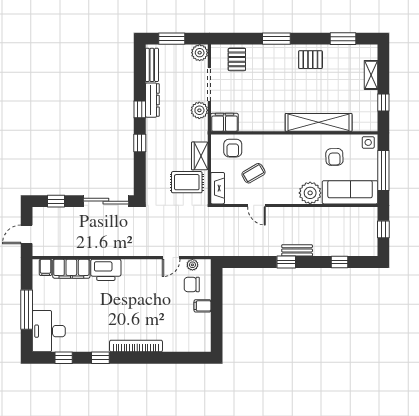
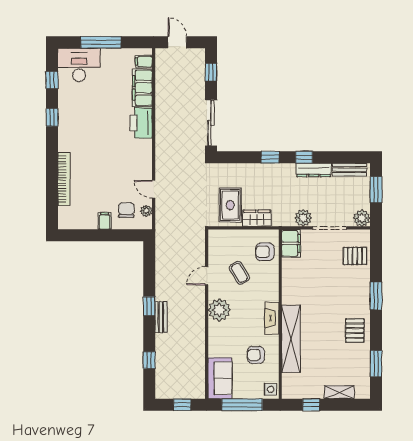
fireplace: (218, 188) -> (272, 318), moved, turned 90
sofa: (350, 192) -> (220, 378), width x0.73
plant: (310, 193) -> (219, 310), moved
bookcase: (136, 346) -> (64, 179), moved

